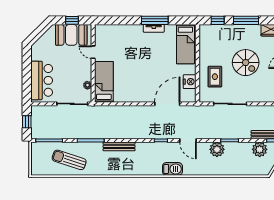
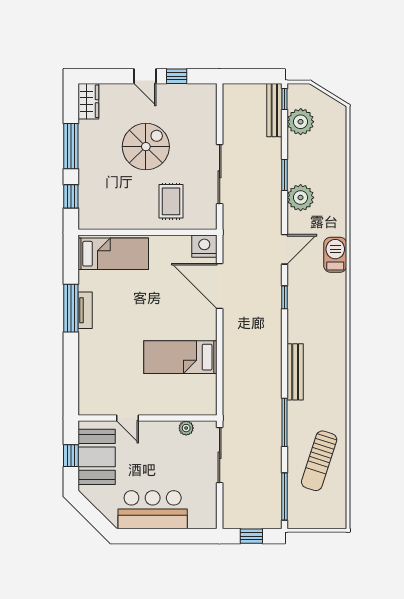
door: (93, 52) -> (128, 418), hinge flipped
rug: (215, 77) -> (171, 201), turned 90
bar counter: (42, 80) -> (153, 510), moved
bed: (104, 82) -> (180, 357), moved
nightstand: (190, 82) -> (204, 246), moved
barbecue: (172, 169) -> (335, 255), moved

